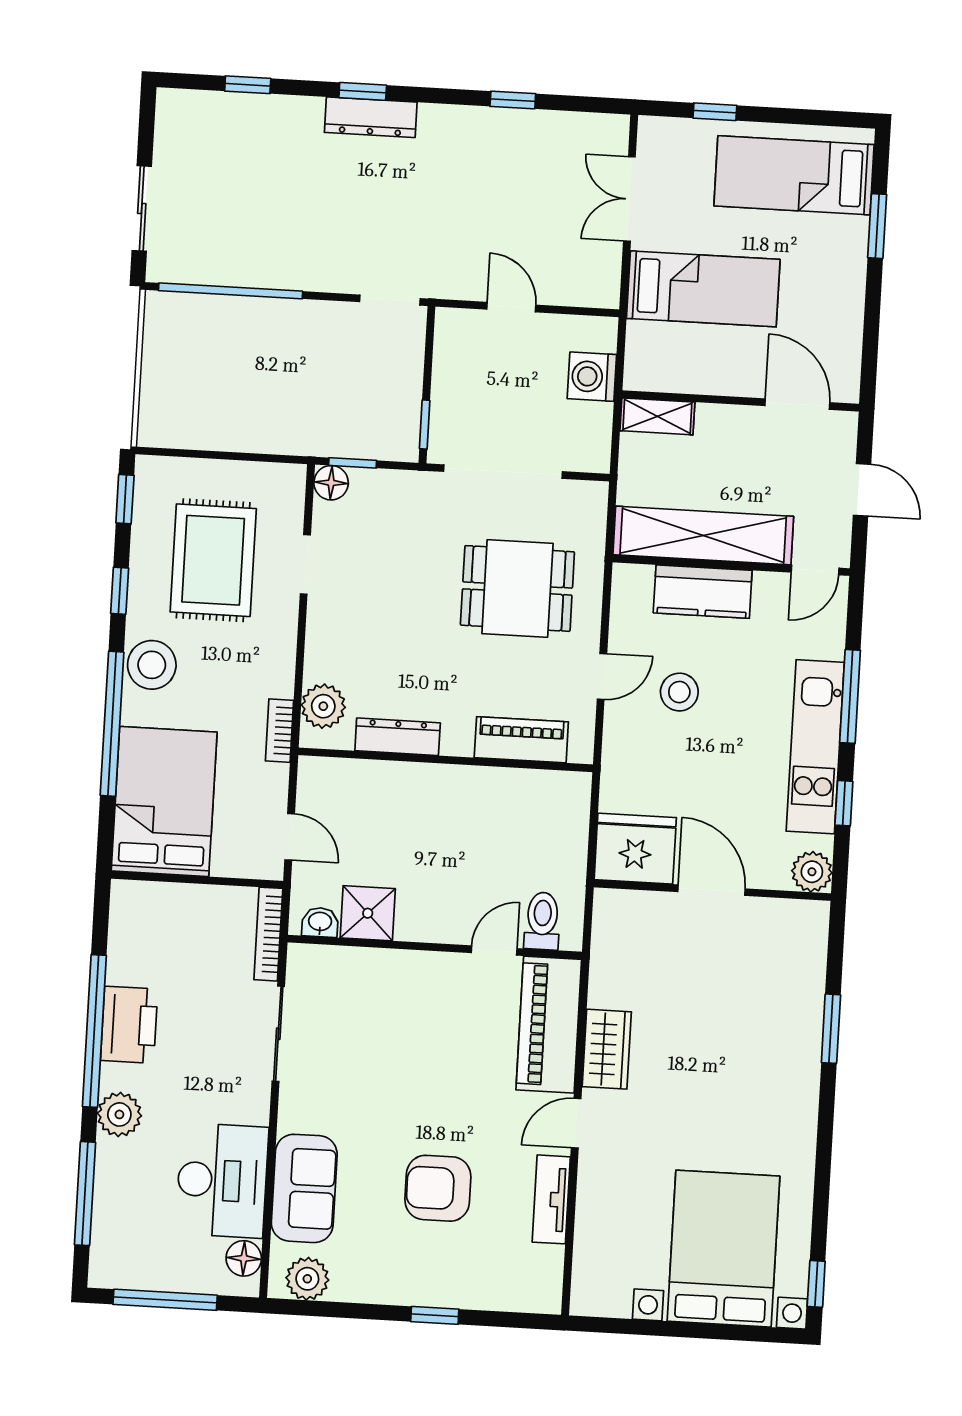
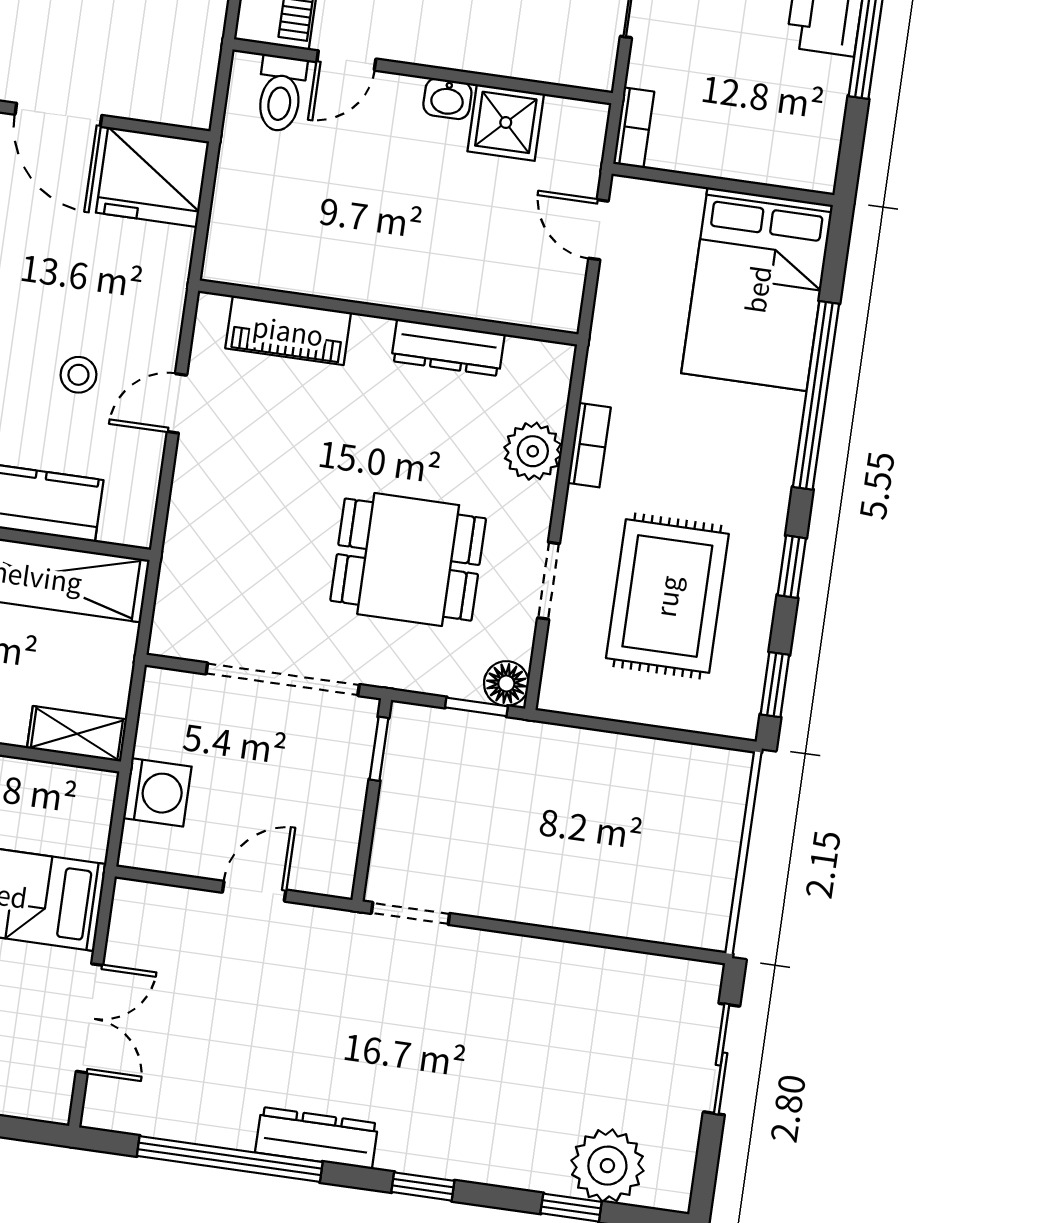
window: (513, 100) -> (230, 1159), width x3.17
dresser: (371, 117) -> (317, 1138), moved
plant: (222, 119) -> (607, 1166), added
window: (231, 291) -> (616, 943), removed
door: (511, 307) -> (254, 891), swing flipped
dining table: (517, 588) -> (408, 560), moved
stool: (152, 665) -> (758, 467), removed
stool: (679, 692) -> (78, 375), width x0.73, depth x0.73
plant: (323, 706) -> (533, 451), moved
bookcase: (279, 731) -> (589, 445), moved
washbasin: (320, 922) -> (447, 99), moved
bookcase: (268, 934) -> (634, 128), width x0.64

